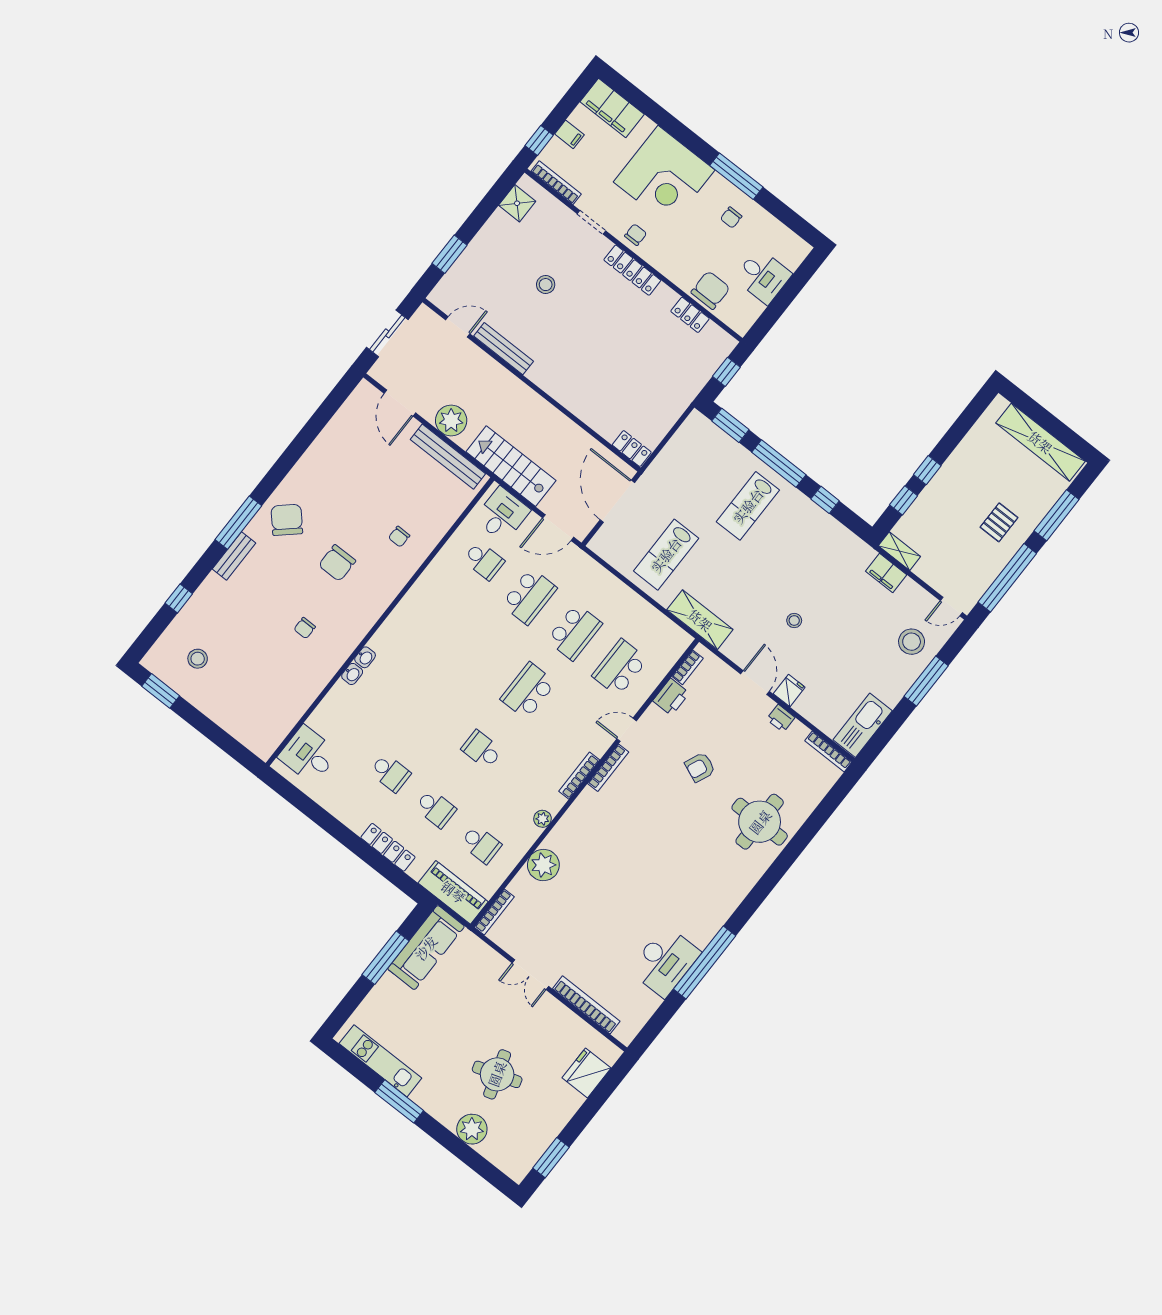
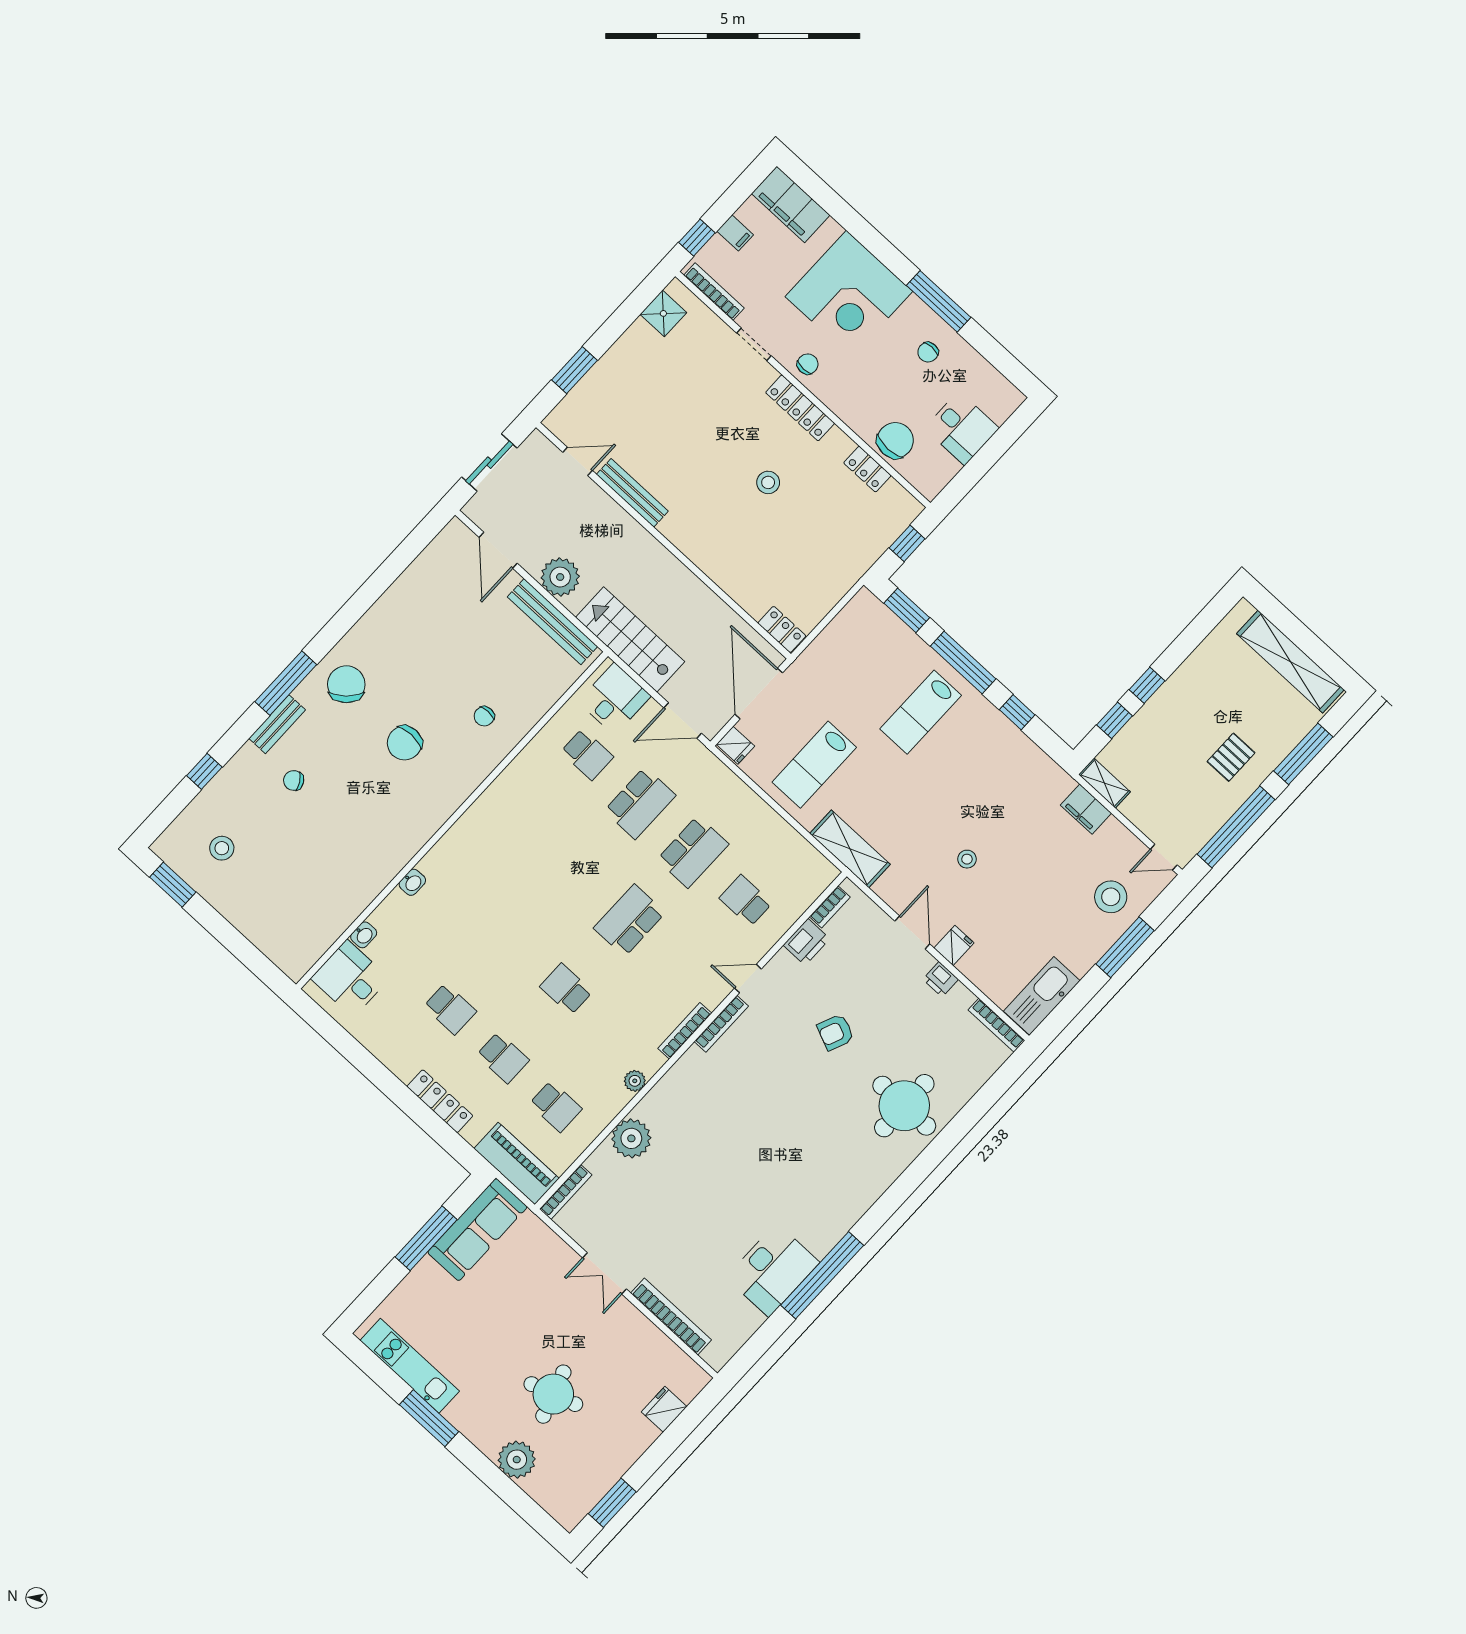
stool: (546, 285) -> (768, 482), moved
fridge: (602, 544) -> (735, 745), added
chair: (305, 628) -> (294, 780), moved, turned 59
washbasin: (365, 657) -> (364, 935), moved
school desk: (620, 668) -> (746, 901), width x0.54
fridge: (587, 1073) -> (664, 1409), width x0.73, depth x0.75

